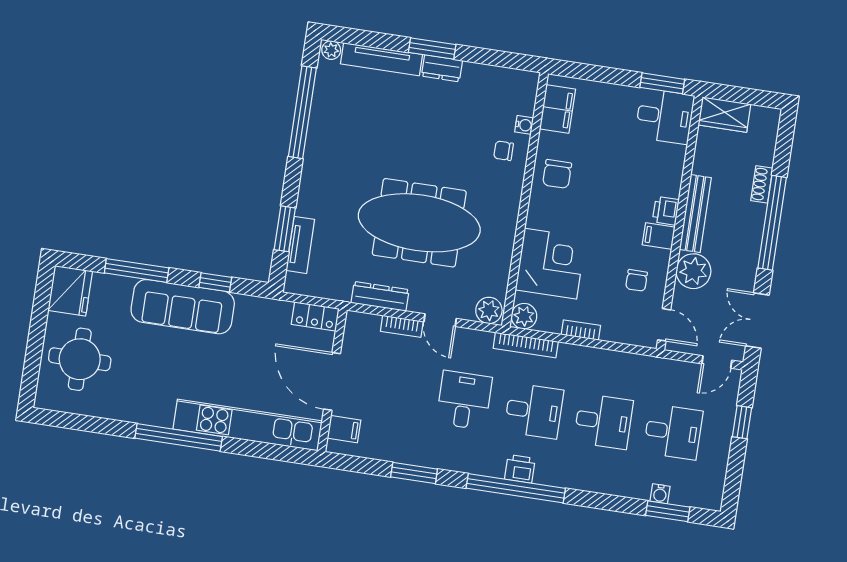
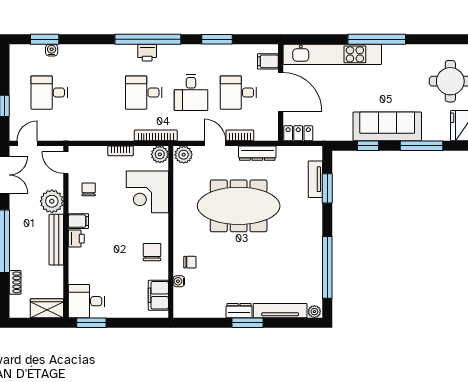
shoe rack: (762, 184) -> (15, 282), moved
desk: (603, 421) -> (238, 93), moved

